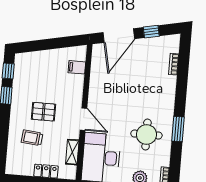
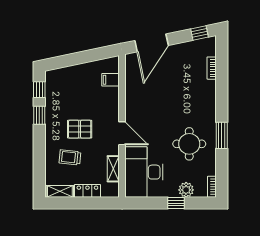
window: (151, 32) -> (200, 33), moved
shelving: (20, 169) -> (60, 191), added

